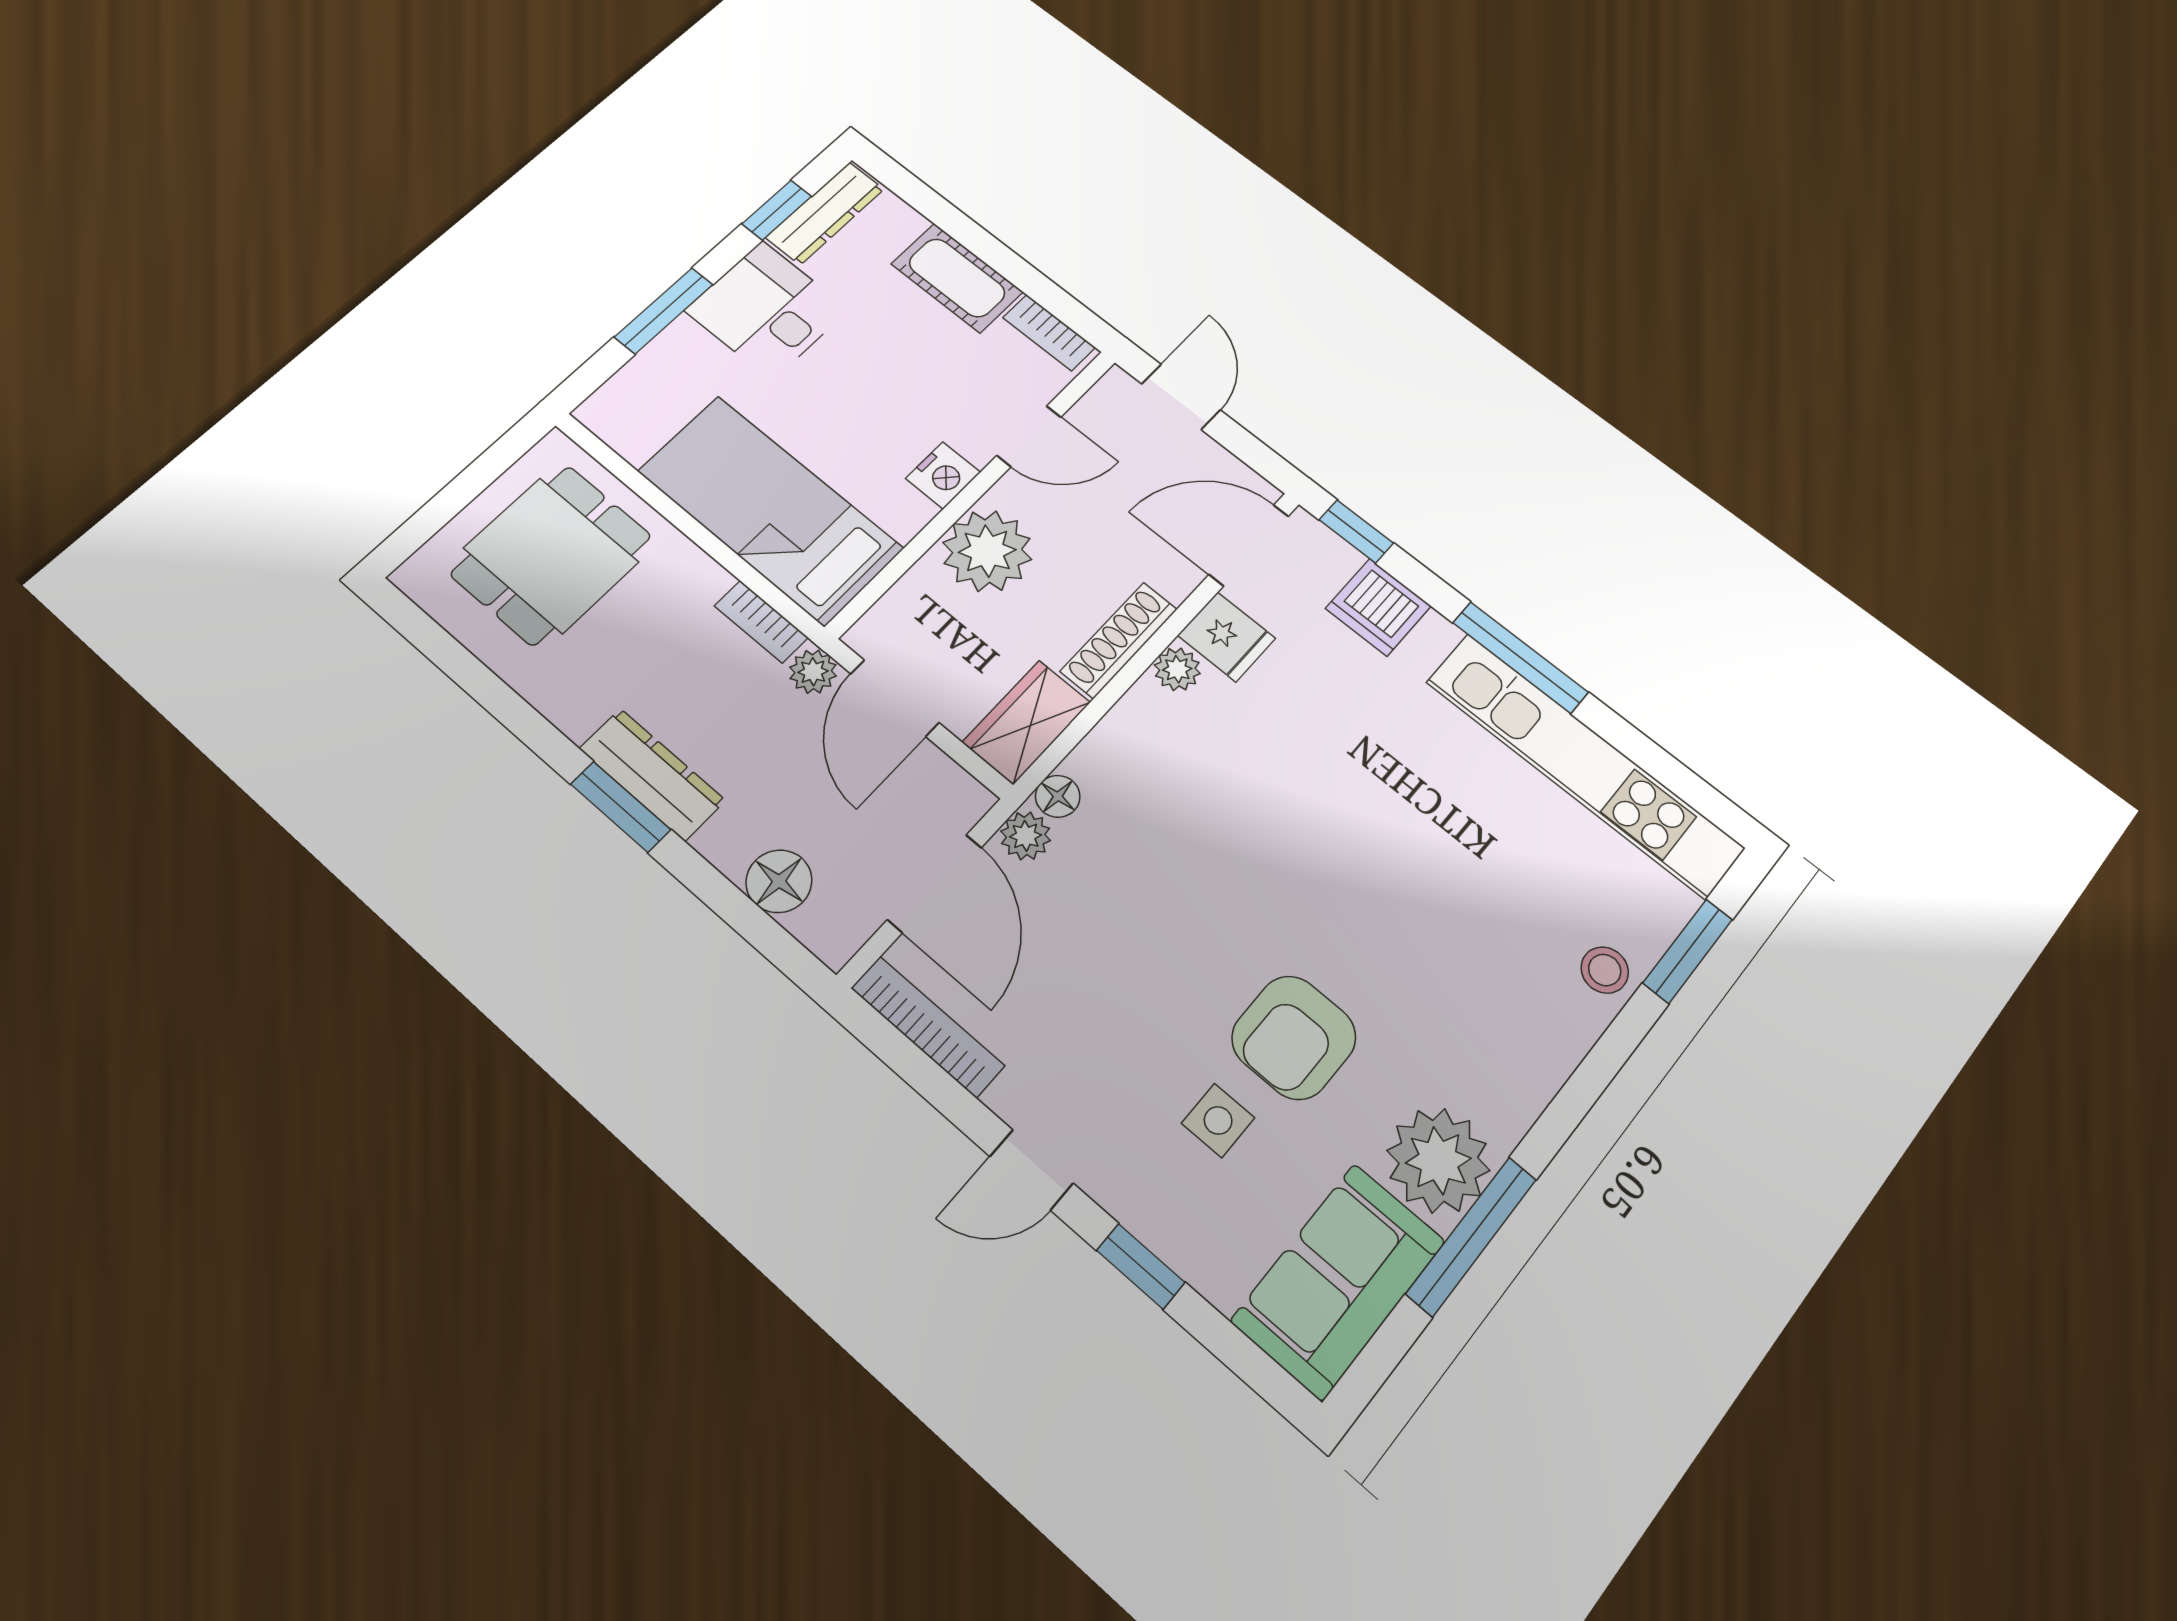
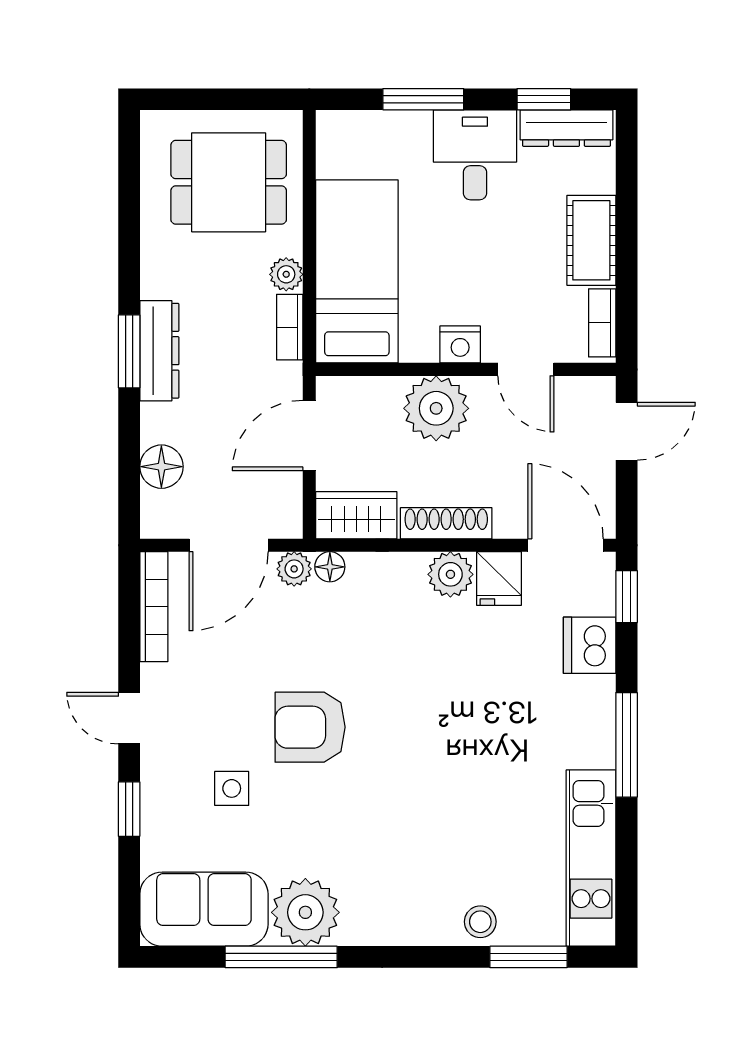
plant: (1177, 669) -> (450, 574), width x1.38, depth x1.38
plant: (813, 672) -> (286, 274), moved
kitchen unit: (1584, 764) -> (591, 858), width x0.73
armchair: (1294, 1037) -> (310, 727), moved

